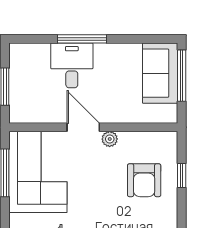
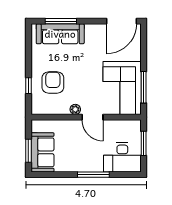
desk: (72, 65) -> (122, 157), moved, width x1.37
window: (182, 76) -> (28, 151), width x0.69

